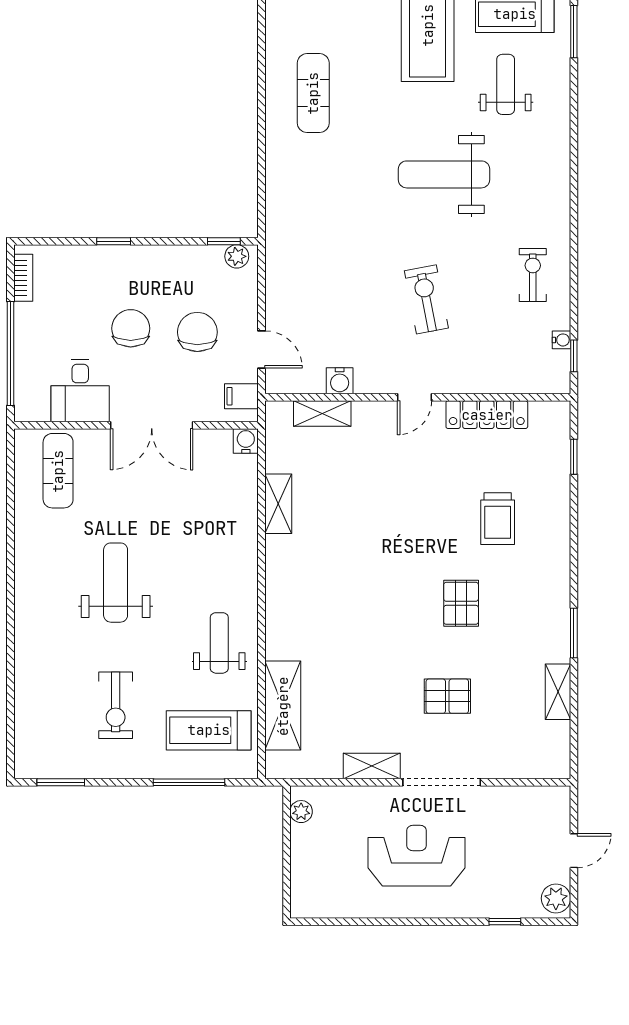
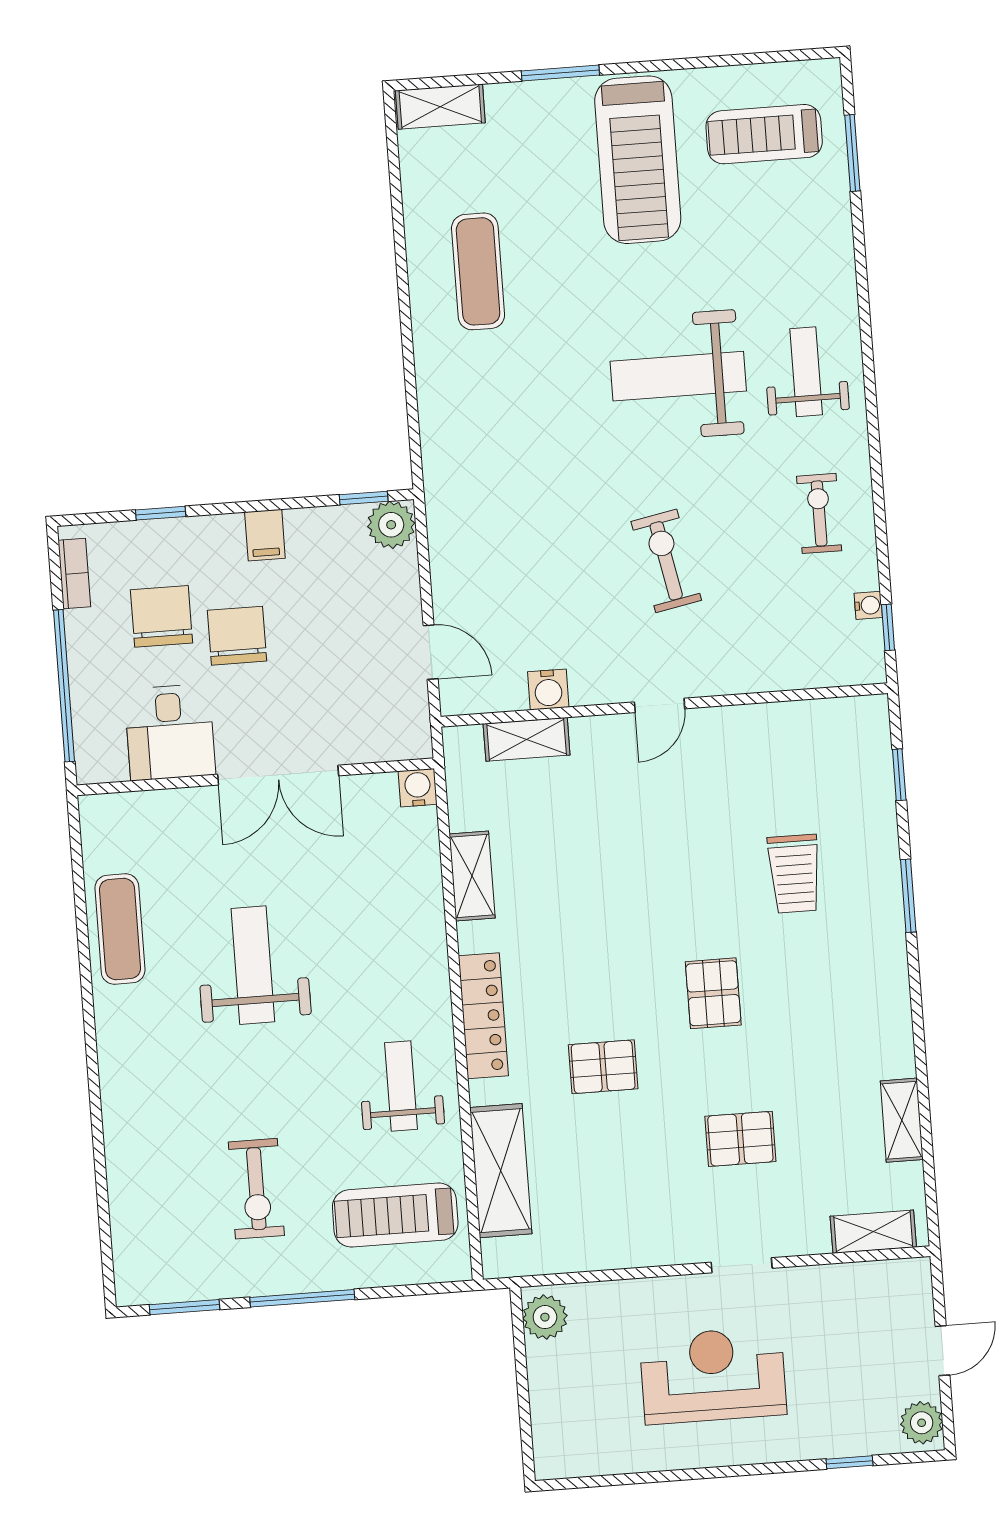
weight bench: (506, 84) -> (806, 372), moved
window: (114, 241) -> (161, 513), moved
plant: (237, 256) -> (391, 525), width x1.38, depth x1.38
chair: (197, 332) -> (162, 616), moved
filing cabinet: (241, 396) -> (265, 535), moved, turned -90
locker: (487, 415) -> (483, 1016), moved, turned -90
exercise mat: (58, 471) -> (120, 929), moved
weight bench: (116, 583) -> (253, 965), moved
pallet: (461, 603) -> (713, 993), moved
window: (574, 633) -> (908, 896), moved
pallet: (358, 640) -> (603, 1067), added
shelving: (372, 766) -> (873, 1232), moved
window: (189, 782) -> (302, 1298), moved
doorway: (442, 782) -> (742, 1265), width x0.53
plant: (301, 812) -> (545, 1317), width x1.38, depth x1.38

